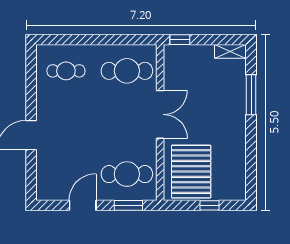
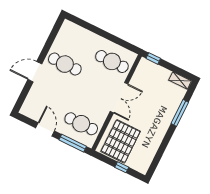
cafe table: (66, 71) -> (65, 64), moved, width x1.37, depth x1.35
door: (83, 205) -> (45, 129), hinge flipped
window: (128, 205) -> (73, 143), width x1.44

